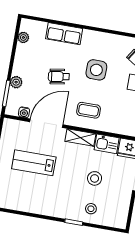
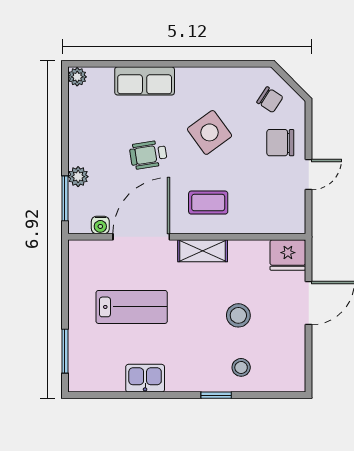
plant: (23, 37) -> (77, 77), moved
side table: (96, 70) -> (210, 132), turned -36
kitchen sink: (107, 144) -> (145, 378), moved, turned 180
lab bench: (34, 163) -> (132, 307), turned 180

